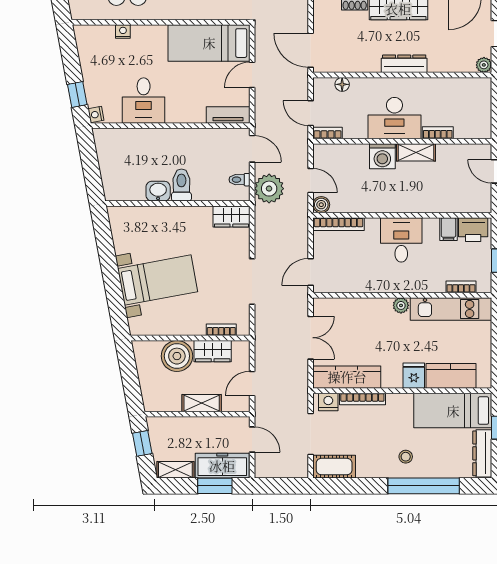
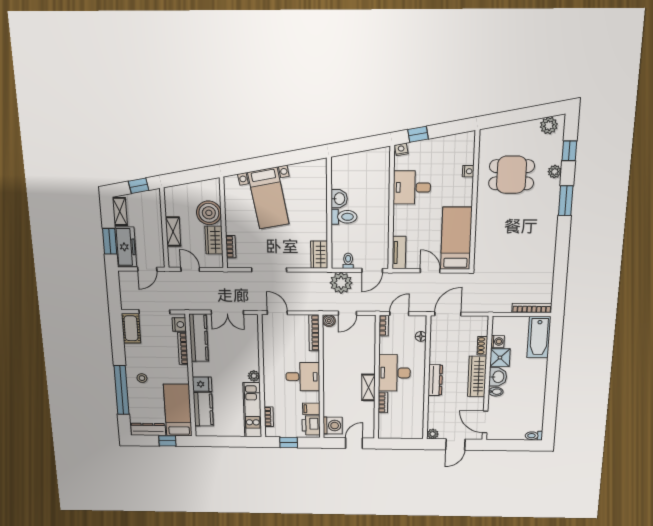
washing machine: (382, 156) -> (333, 425), moved, turned 180

